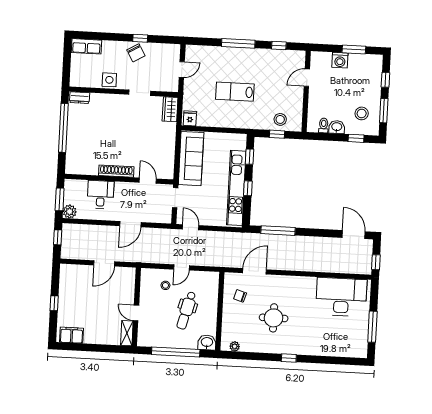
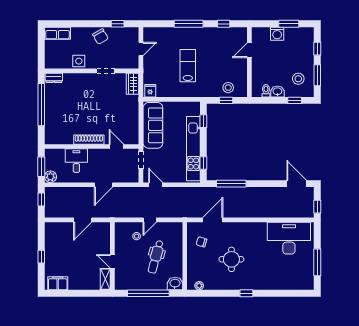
window: (140, 38) -> (118, 24), moved
lab bench: (235, 92) -> (188, 66), turned 90
window: (248, 188) -> (203, 163), moved

